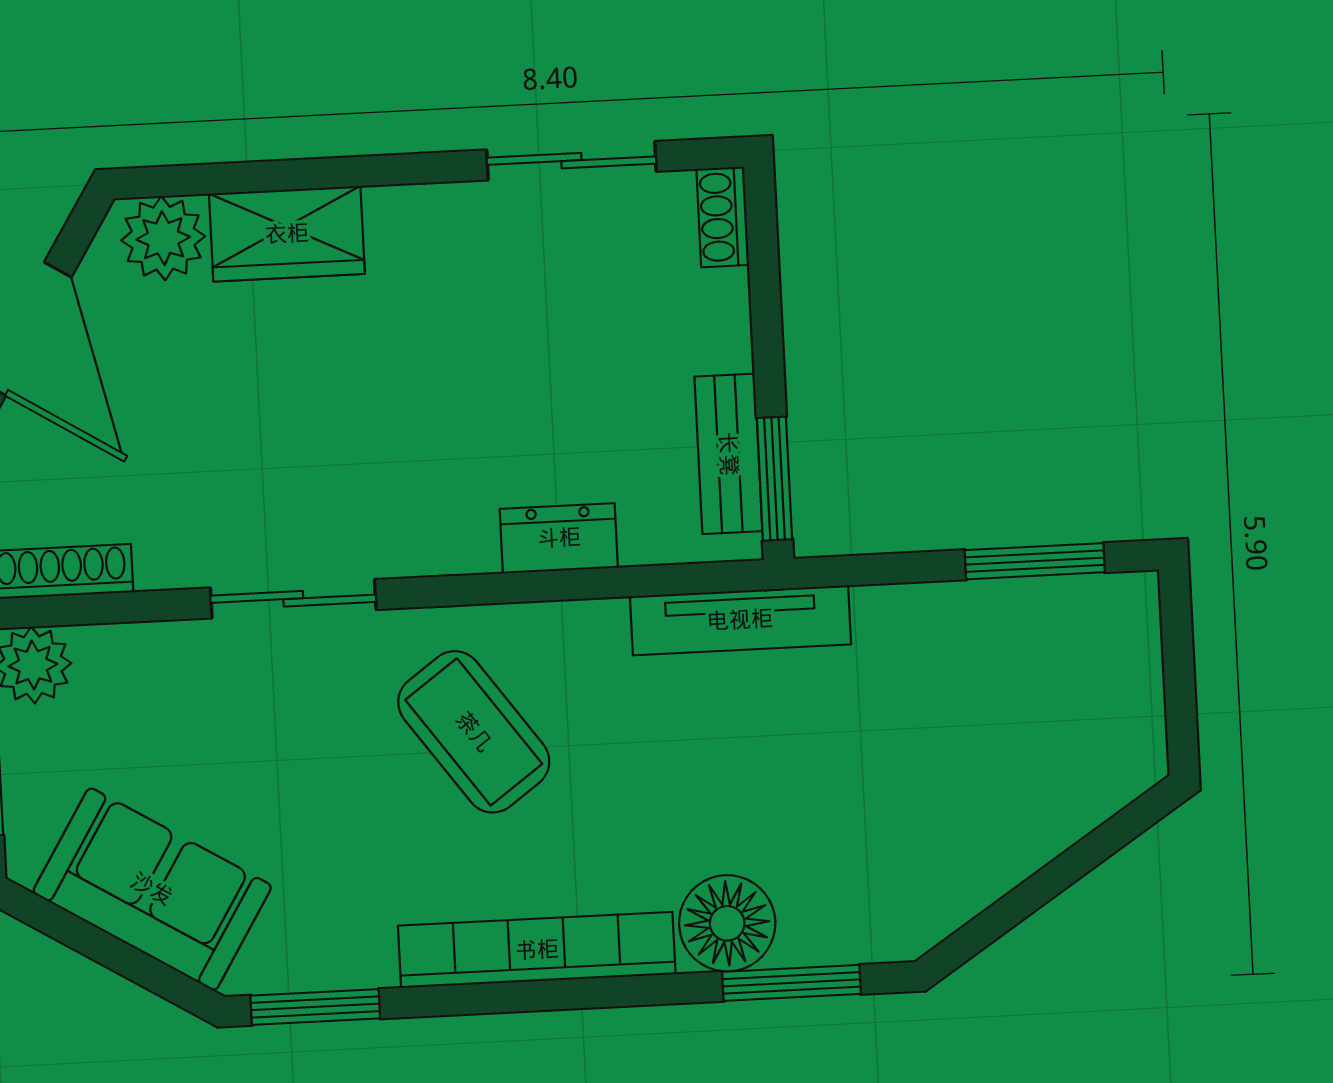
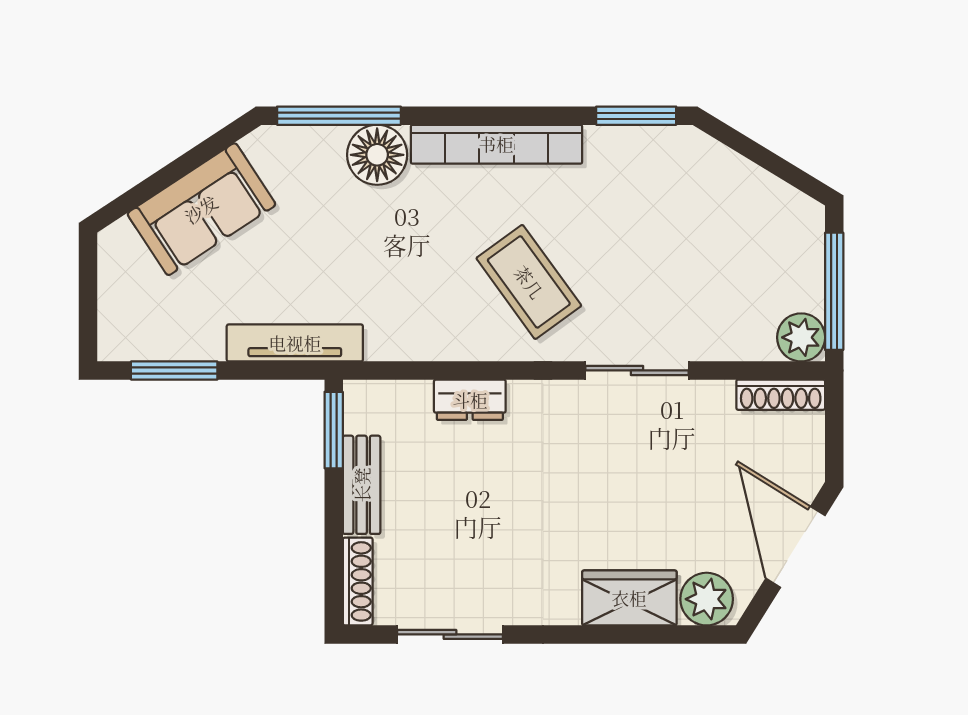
shoe rack: (723, 217) -> (358, 581), width x1.43
bench: (728, 454) -> (362, 485), moved
tv unit: (740, 620) -> (295, 343), moved
sofa: (152, 889) -> (201, 209), moved, turned -65
window: (792, 983) -> (339, 116), width x1.44

